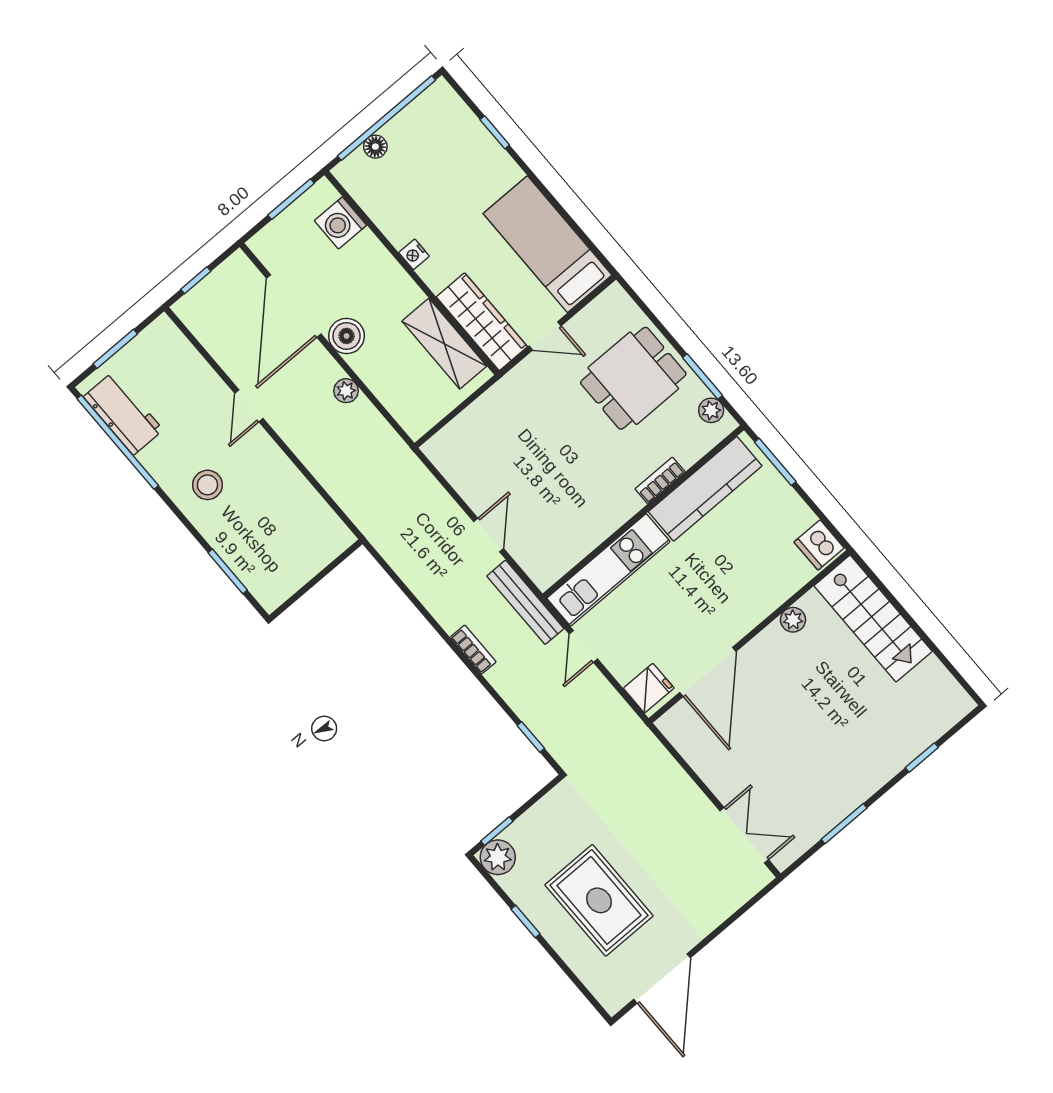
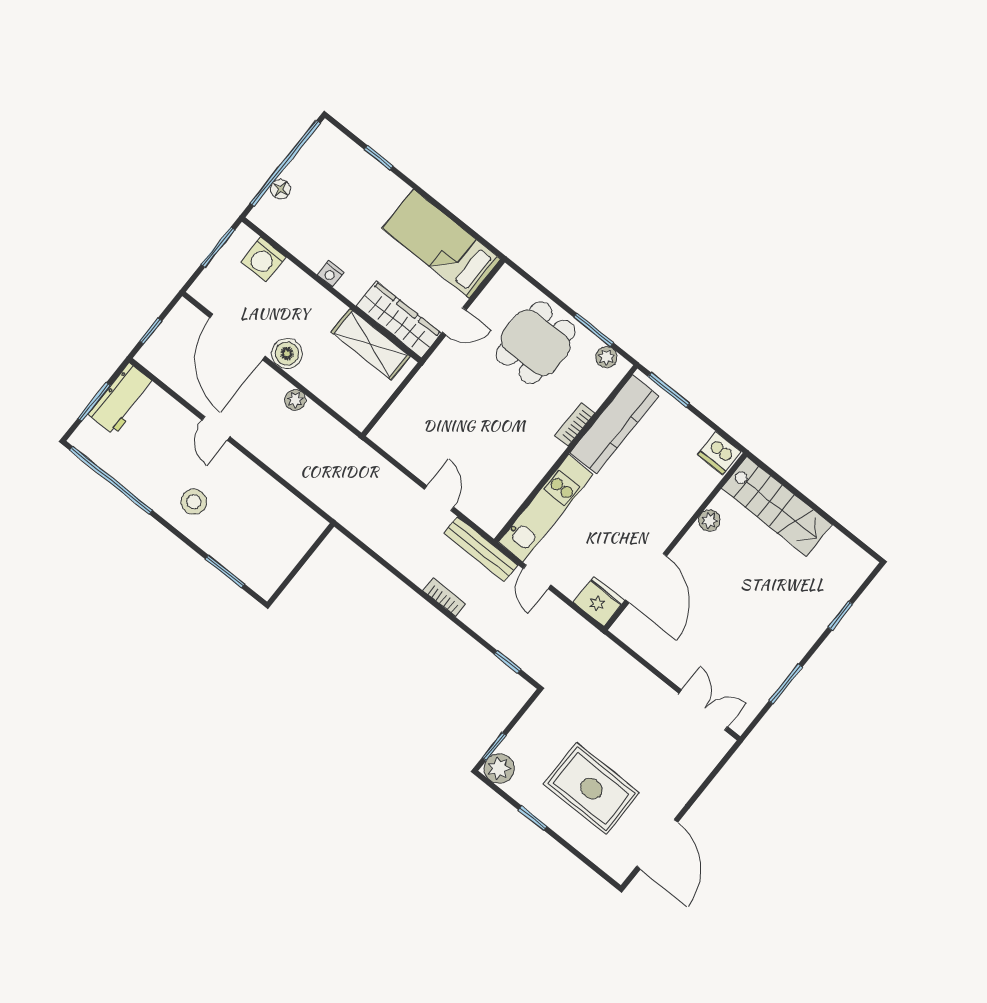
workbench: (123, 413) -> (122, 399), moved, turned 90
fridge: (649, 688) -> (599, 601), width x1.38

